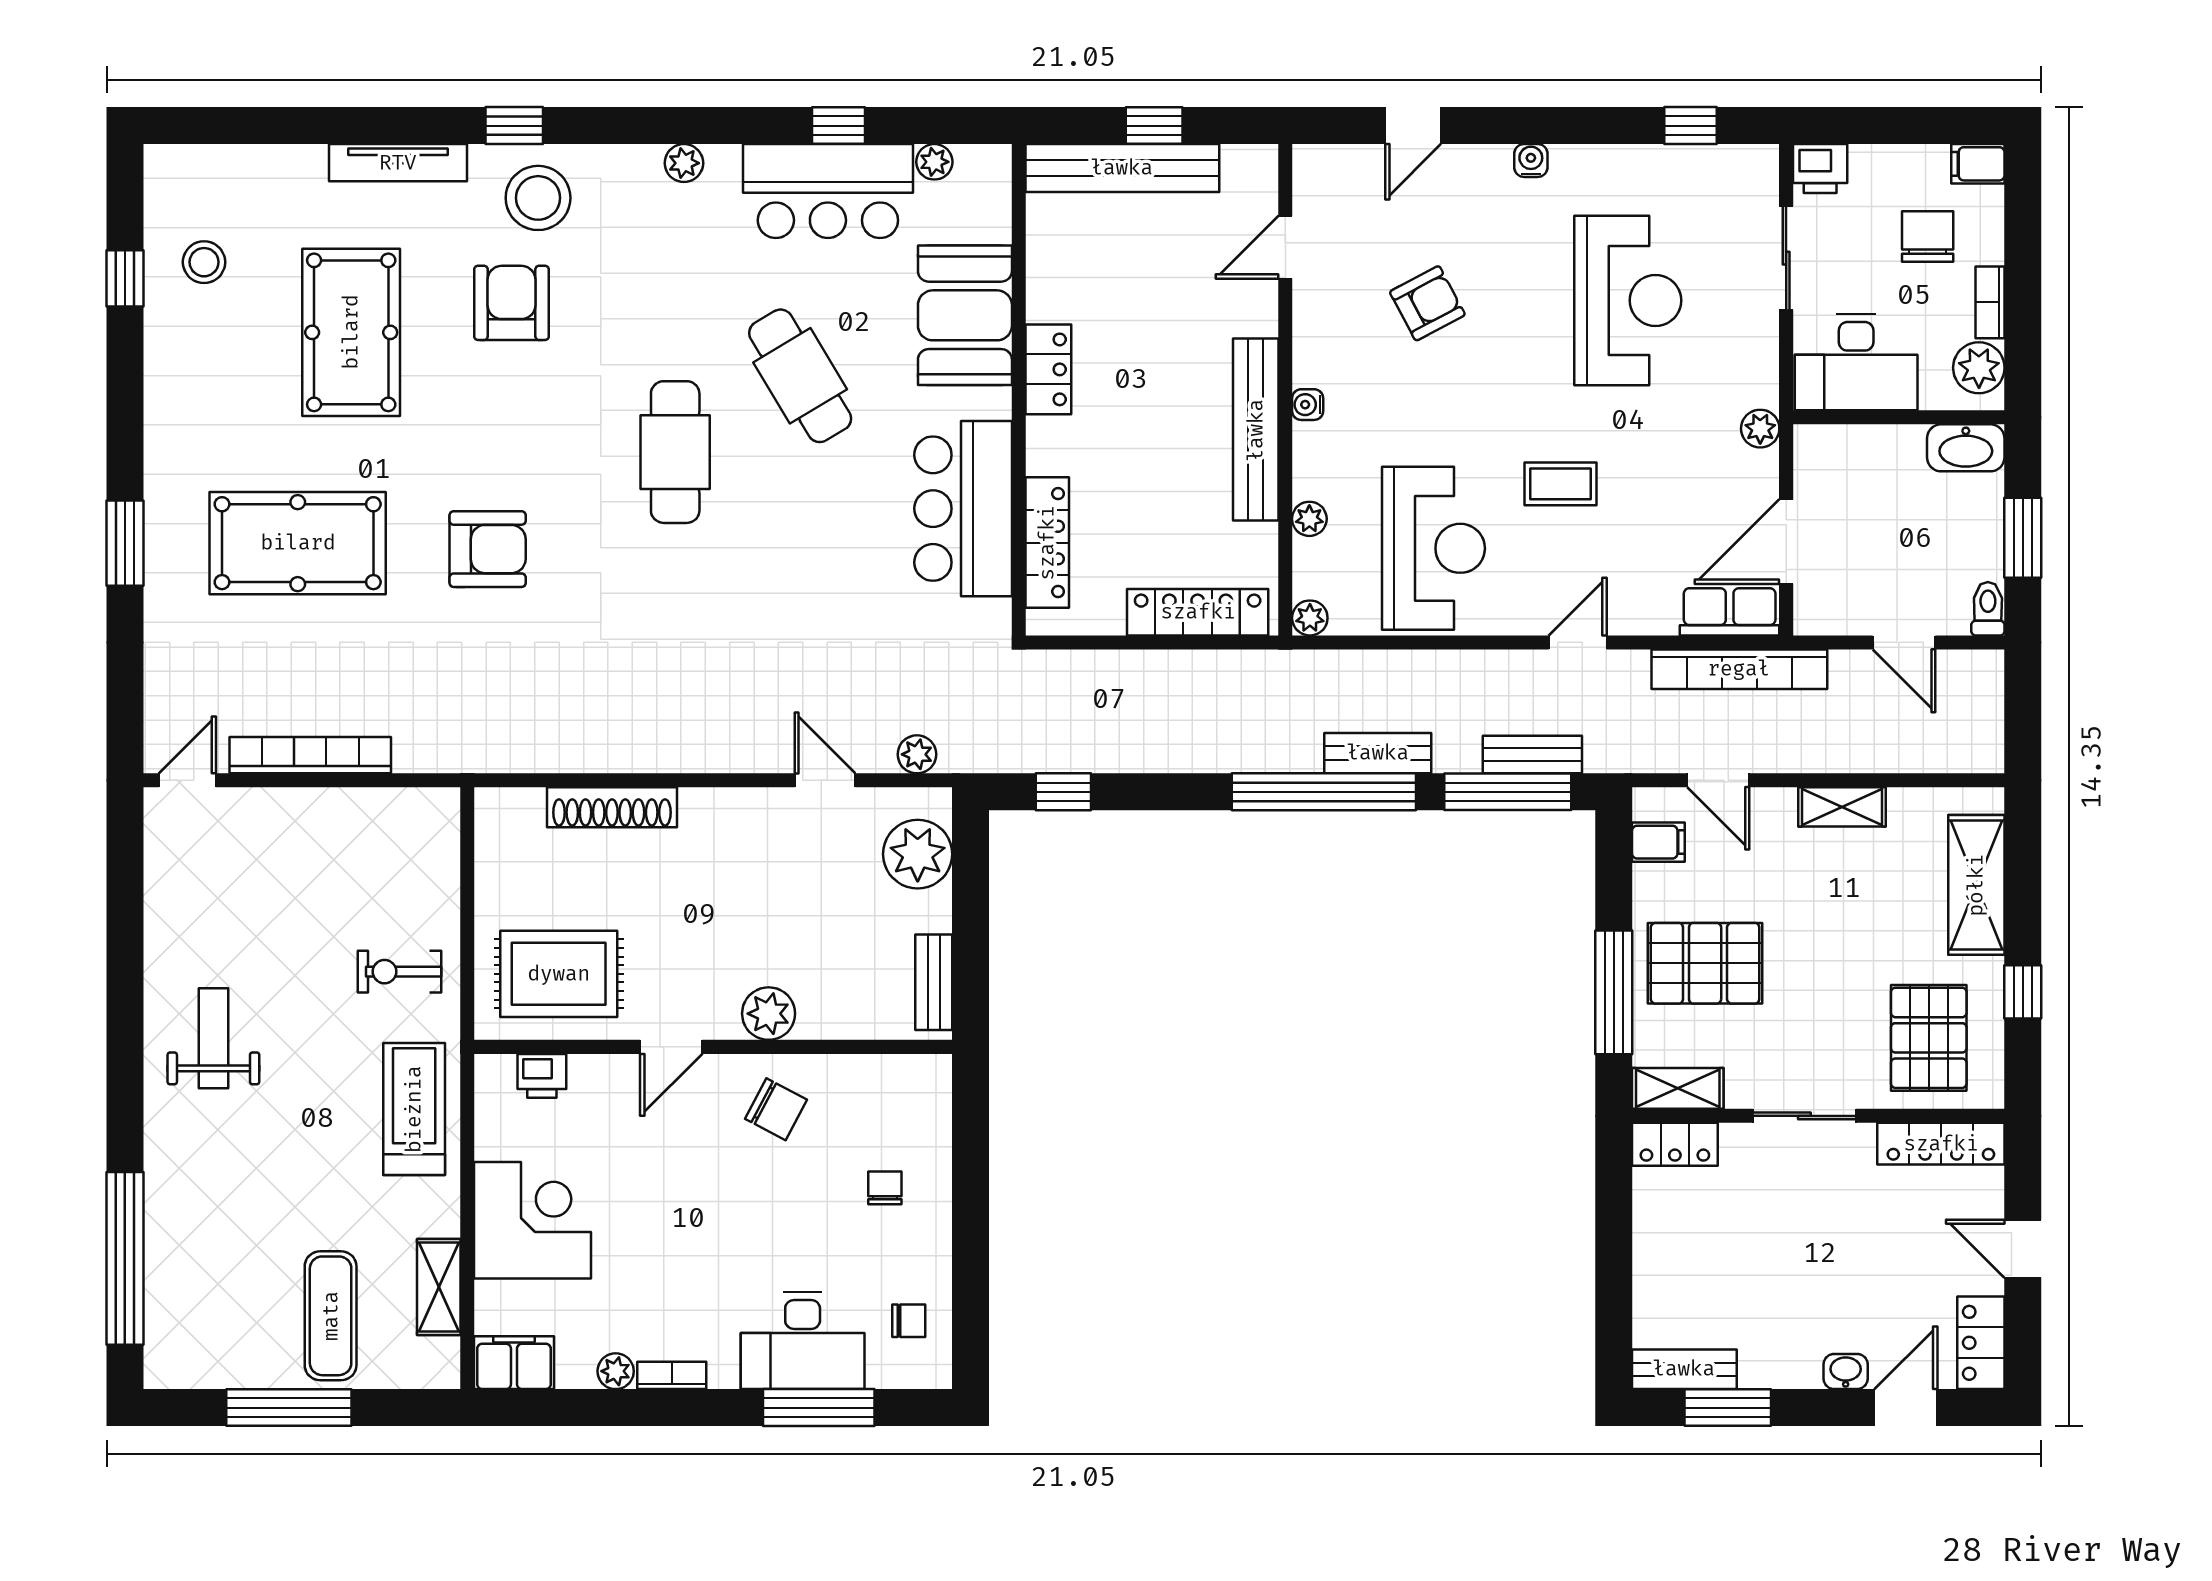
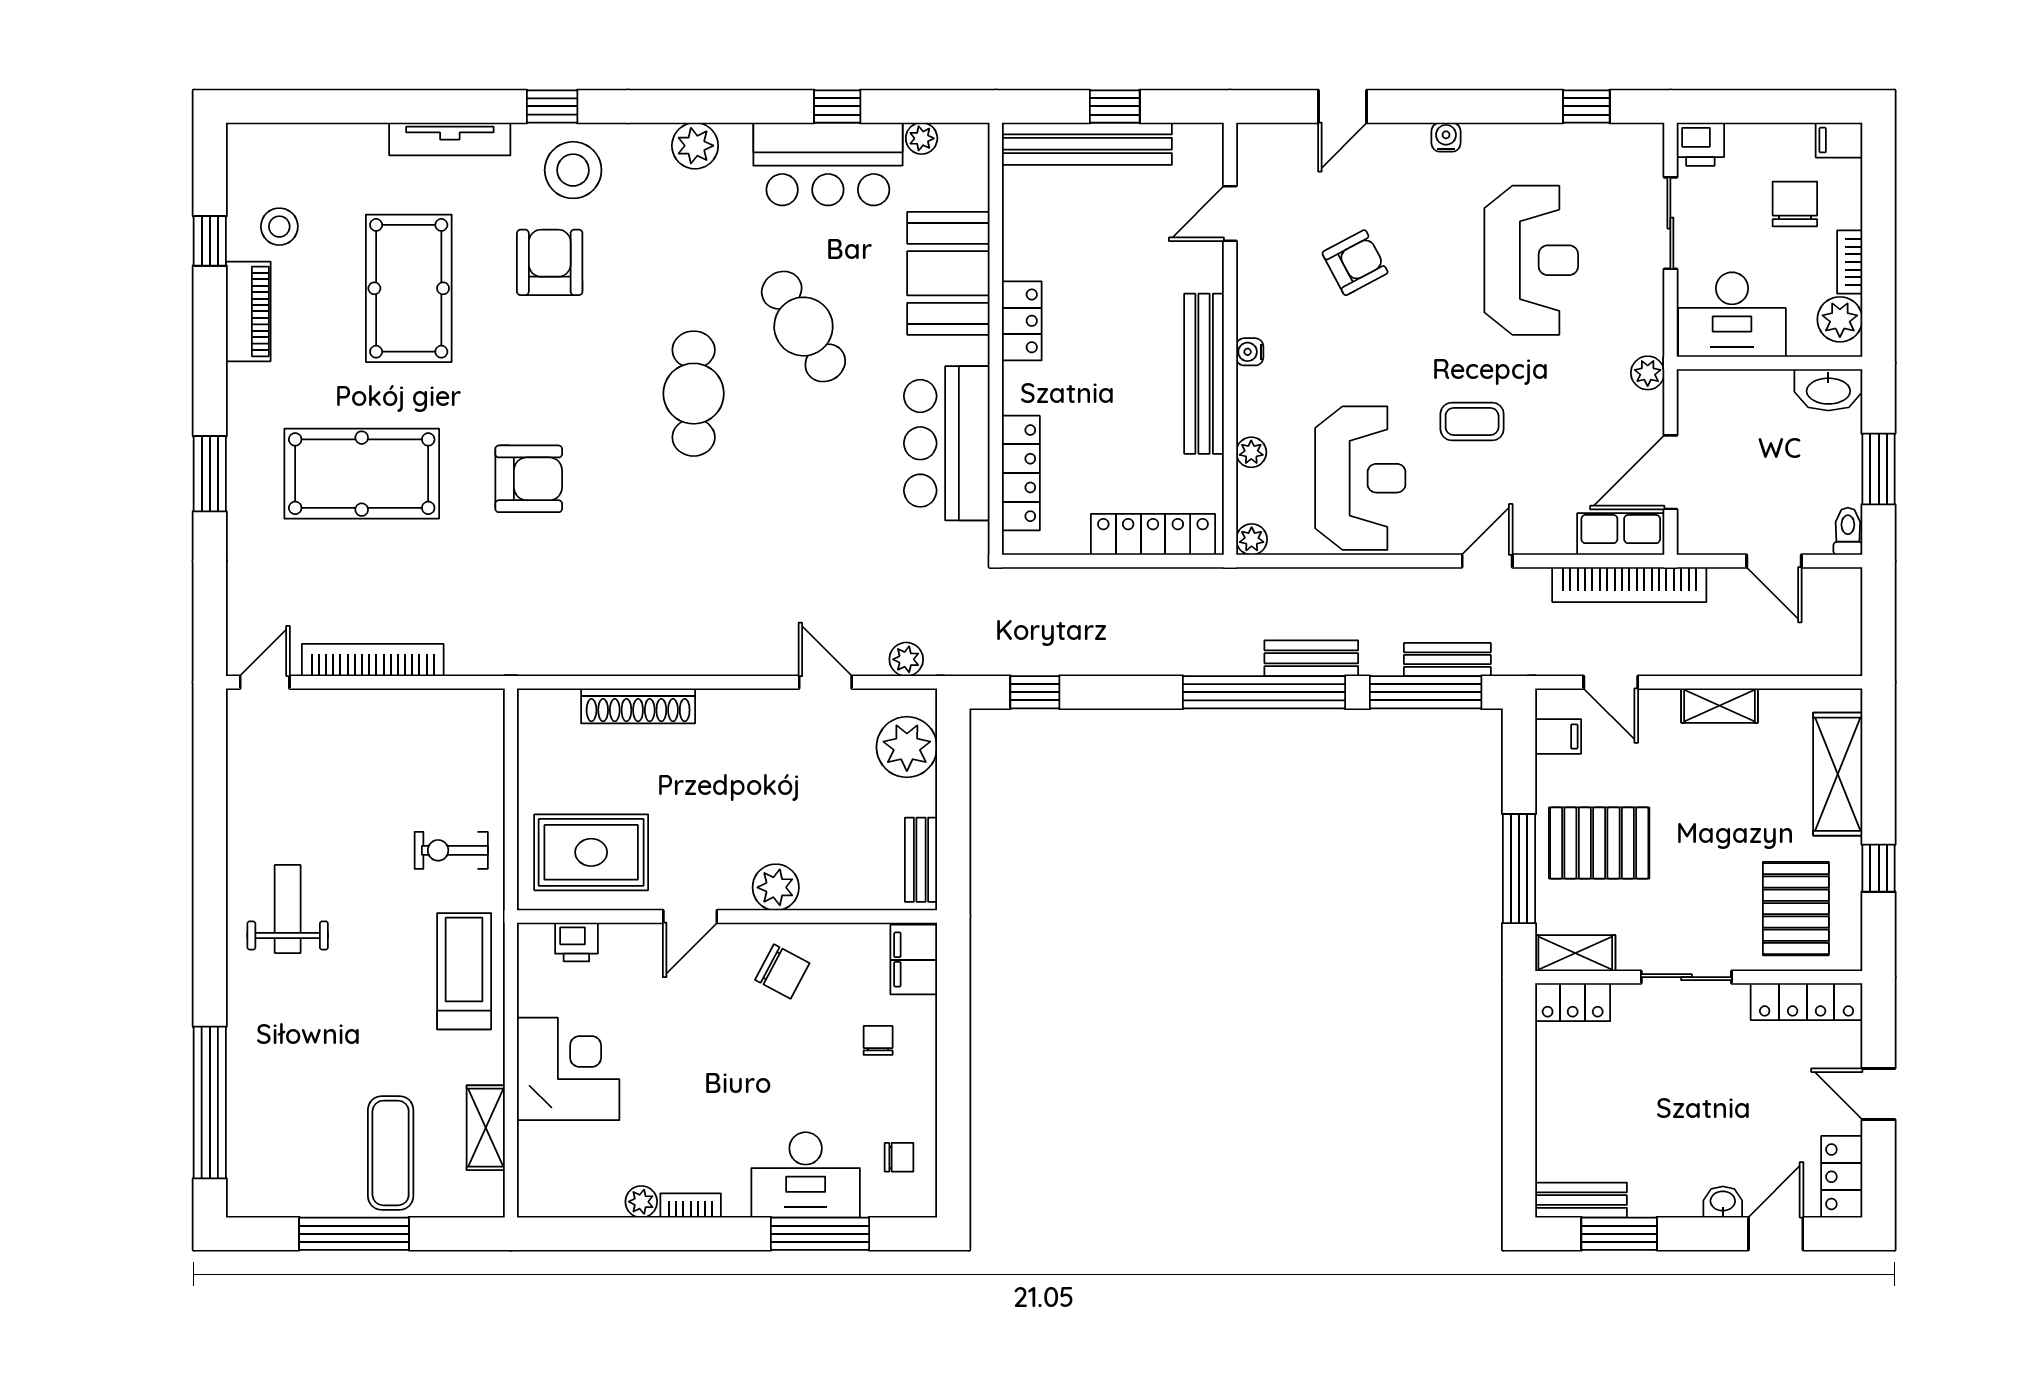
plant: (684, 163) -> (695, 146), width x1.38, depth x1.38
piano: (169, 359) -> (248, 311), added
filing cabinet: (514, 1363) -> (914, 960), moved, turned -90

